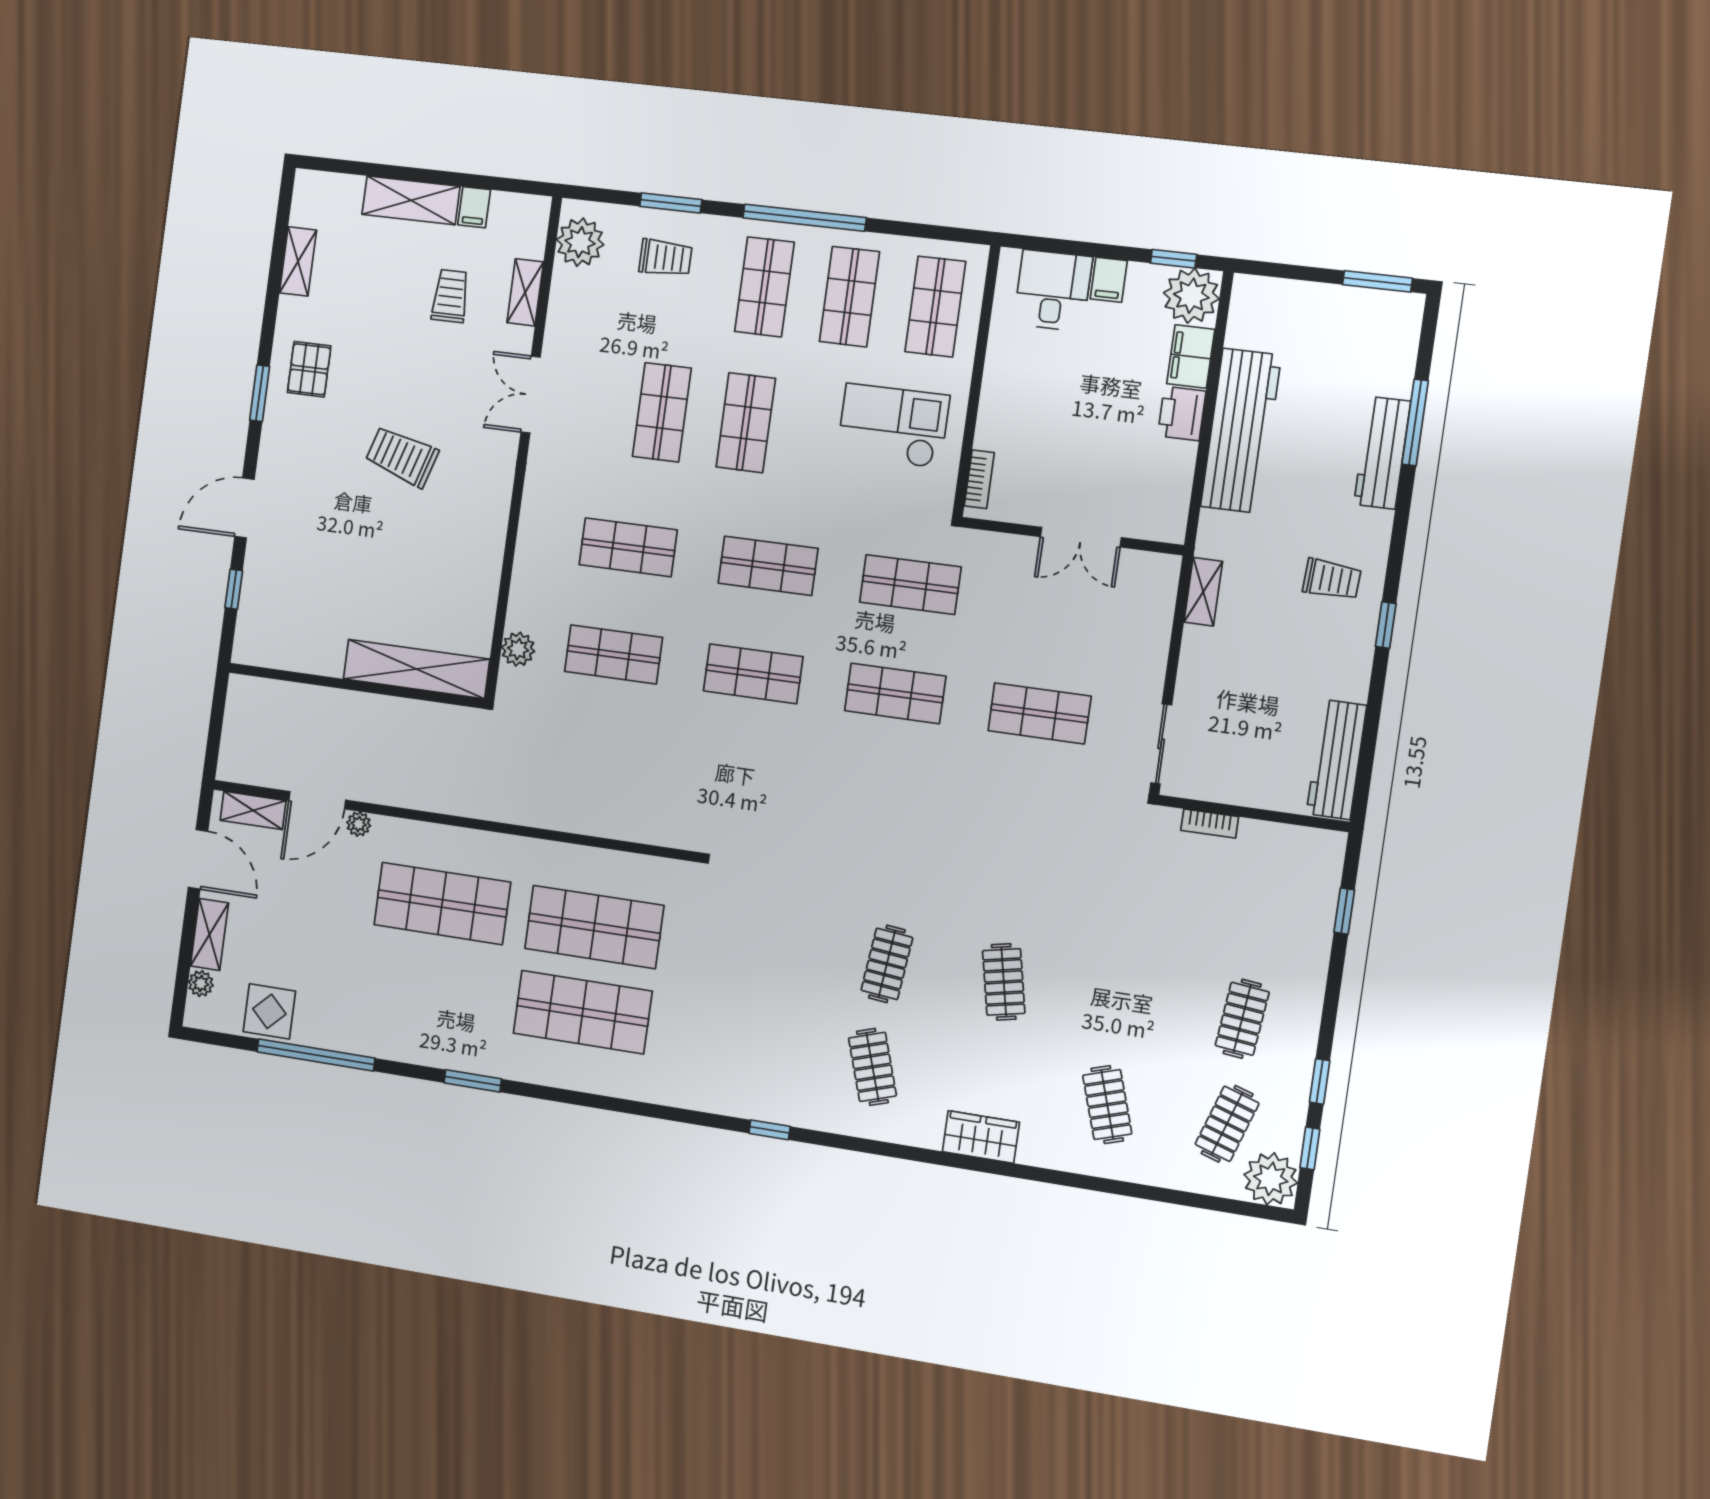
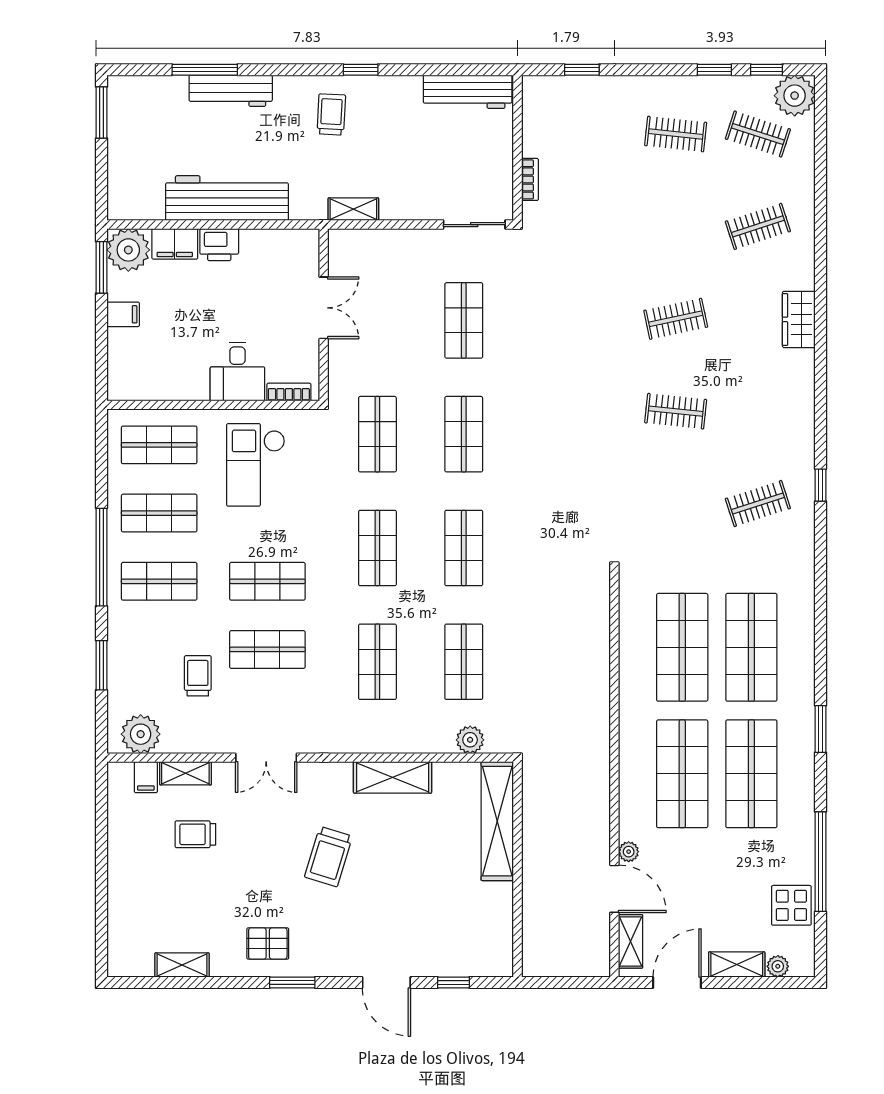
shelving: (411, 200) -> (393, 777), moved, turned 90
filing cabinet: (474, 207) -> (146, 777), moved, turned 90
trolley: (665, 258) -> (198, 676), moved
window: (1174, 259) -> (102, 267), width x1.50
desk: (1053, 290) -> (237, 371), moved, turned -90
shop shelf: (431, 988) -> (751, 774), added
clothes rail: (872, 1067) -> (758, 504), moved

